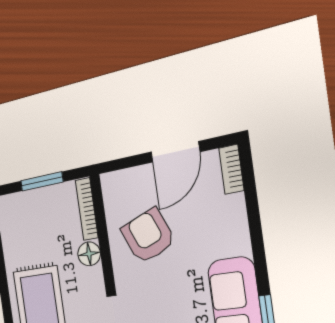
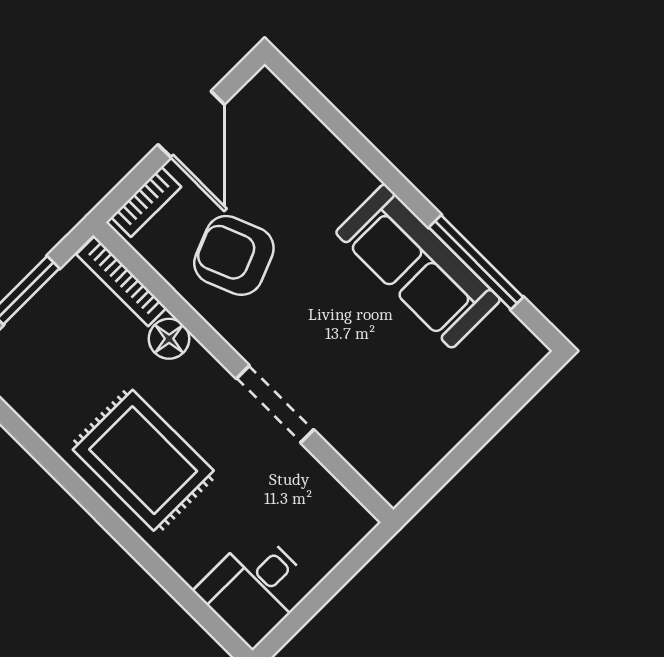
bookcase: (231, 169) -> (146, 202), moved, turned -90

